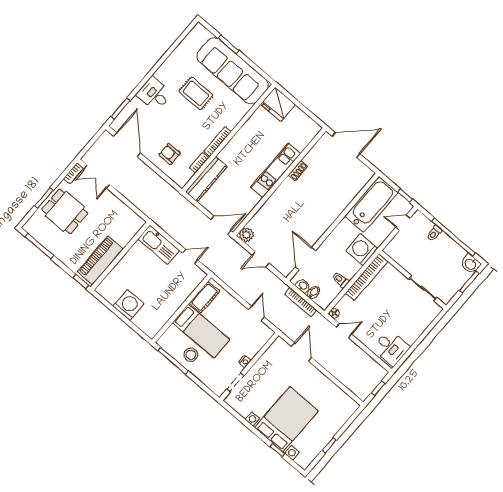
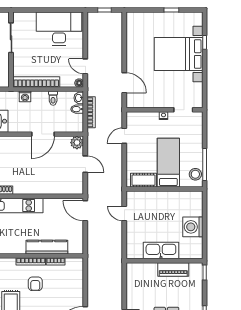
armchair: (170, 154) -> (35, 284), moved
kitchen counter: (206, 179) -> (47, 247), moved
plant: (246, 235) -> (77, 143), moved
kitchen sink: (159, 245) -> (161, 251), moved, turned -90
washing machine: (362, 249) -> (25, 96), width x0.53, depth x0.53
door: (305, 259) -> (43, 134), moved
piano: (100, 260) -> (173, 270), width x0.73, depth x0.75
washbasin: (303, 286) -> (79, 98), moved
desk: (391, 348) -> (59, 29), width x1.87, depth x1.30
door: (302, 352) -> (124, 83), swing flipped
stool: (191, 355) -> (195, 174), moved

